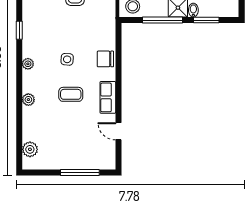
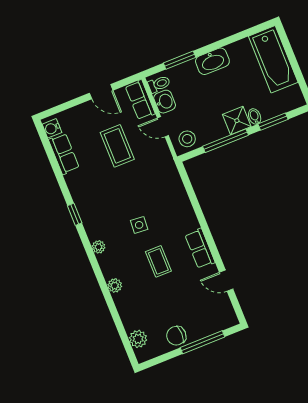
chair: (105, 59) -> (176, 336), moved
coffee table: (71, 94) -> (158, 261), turned 90

